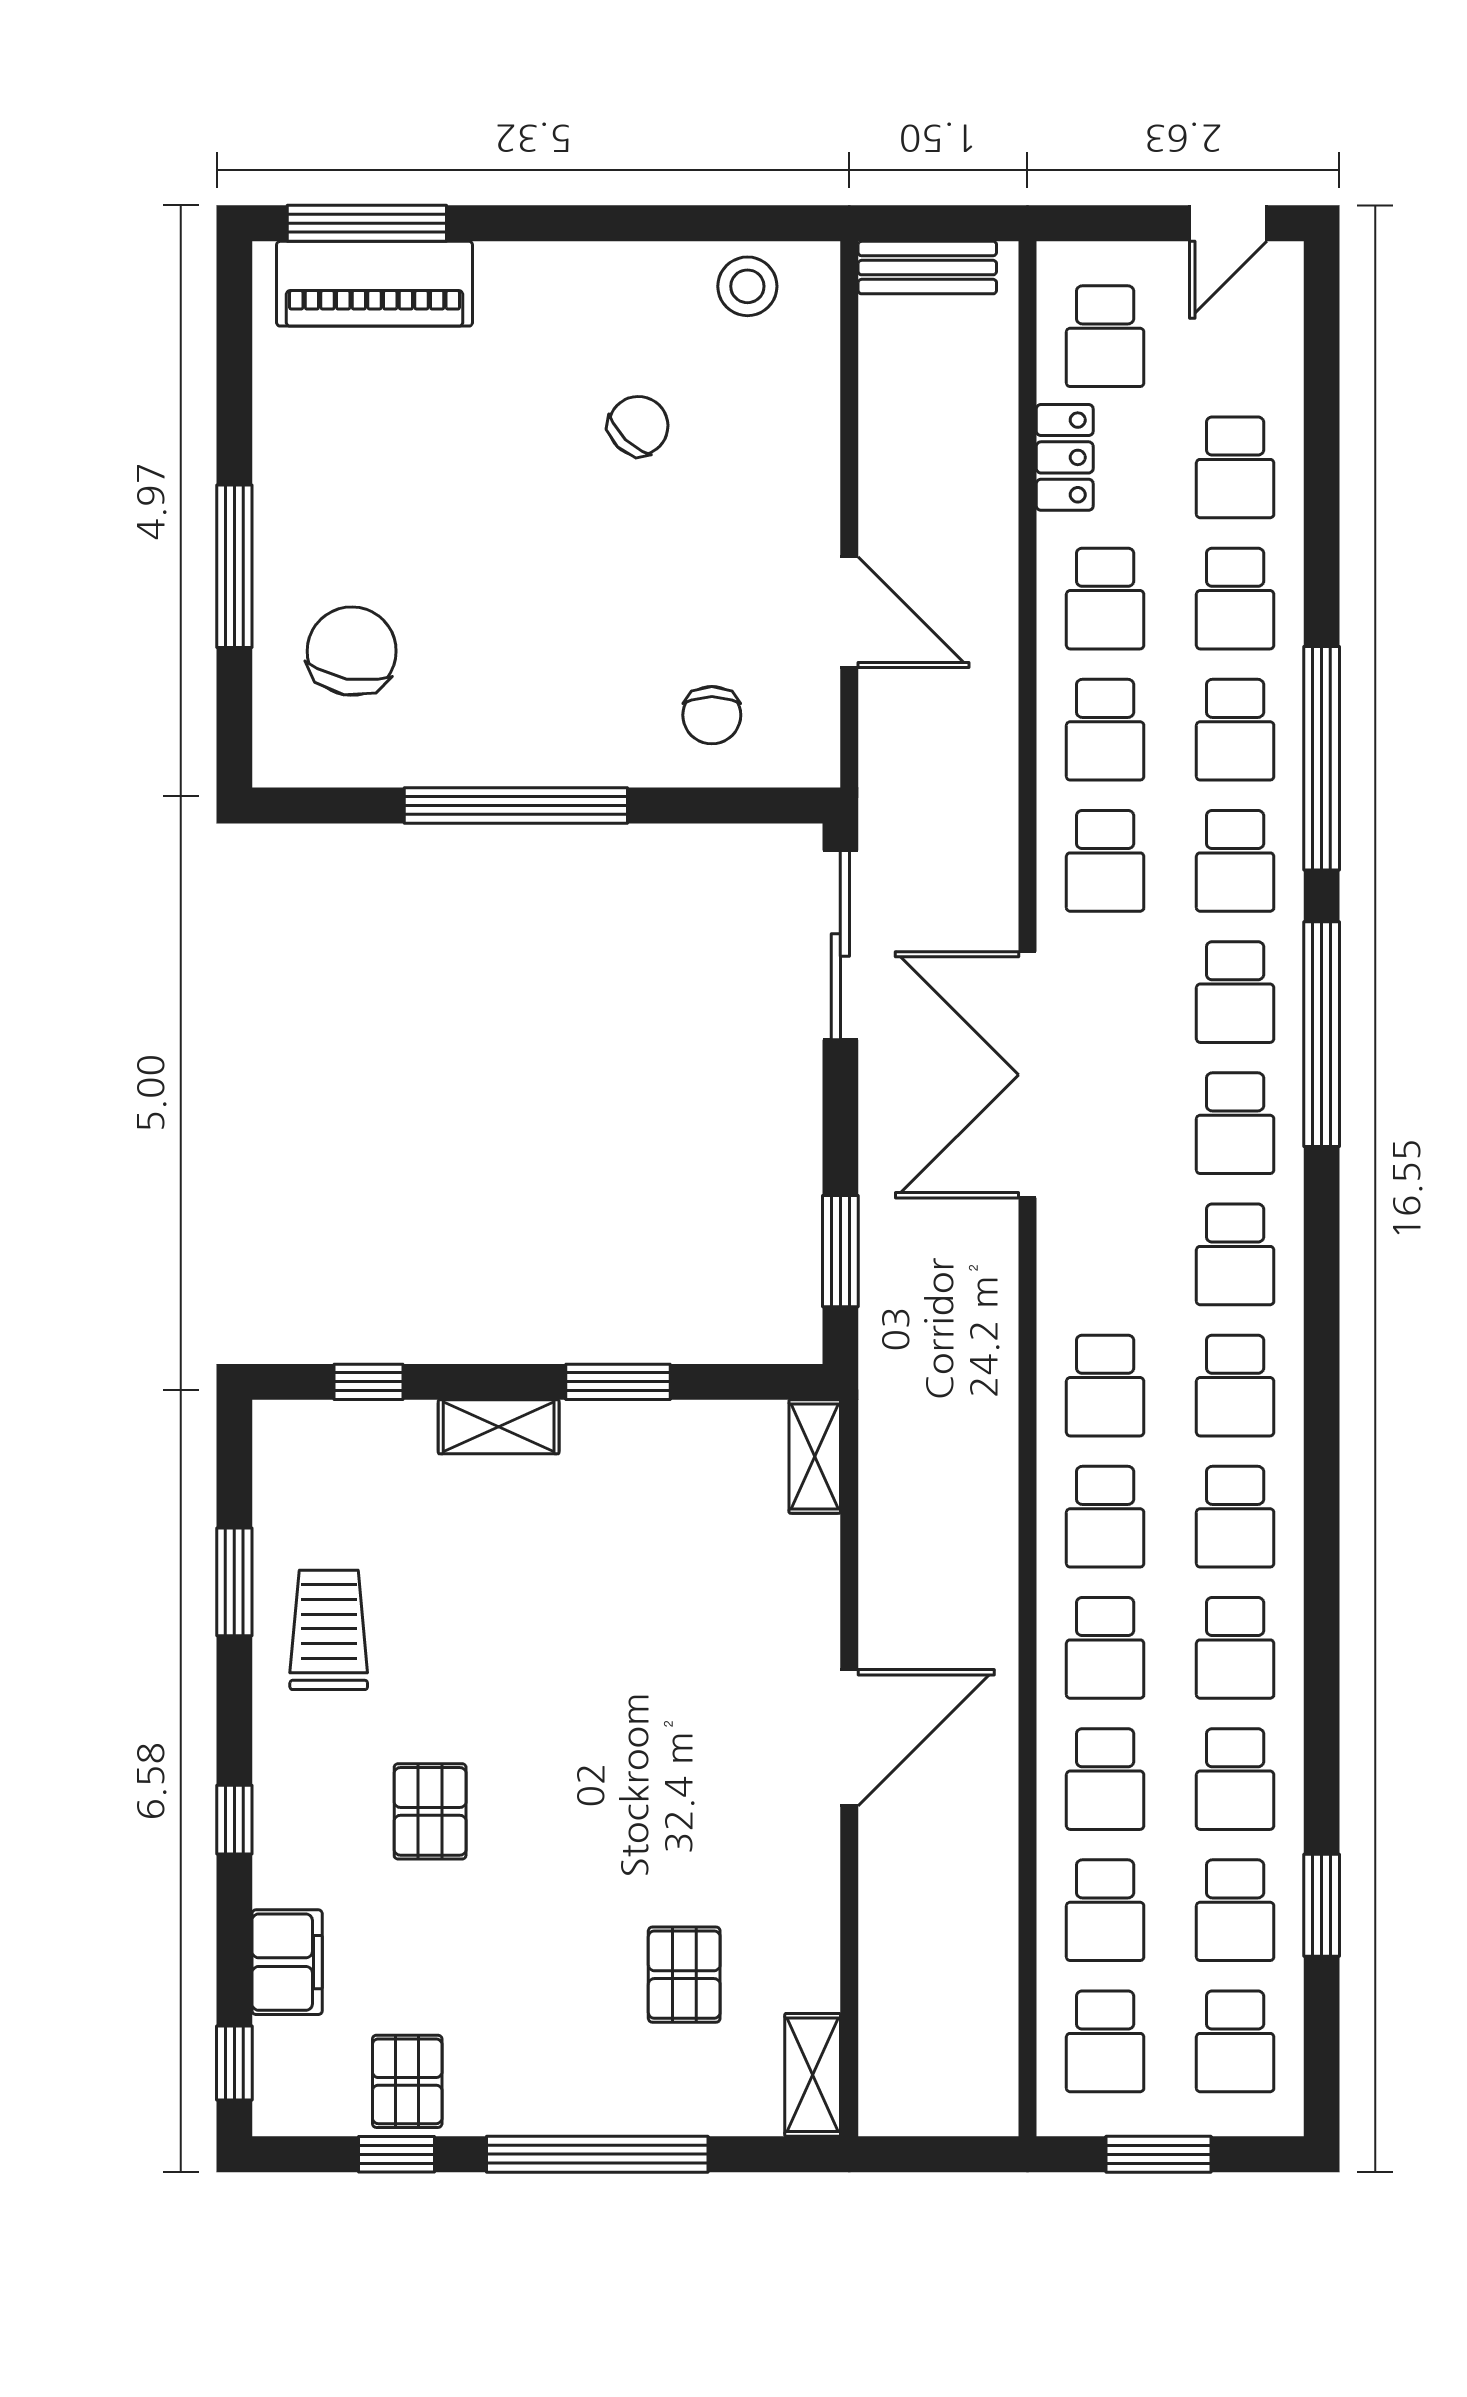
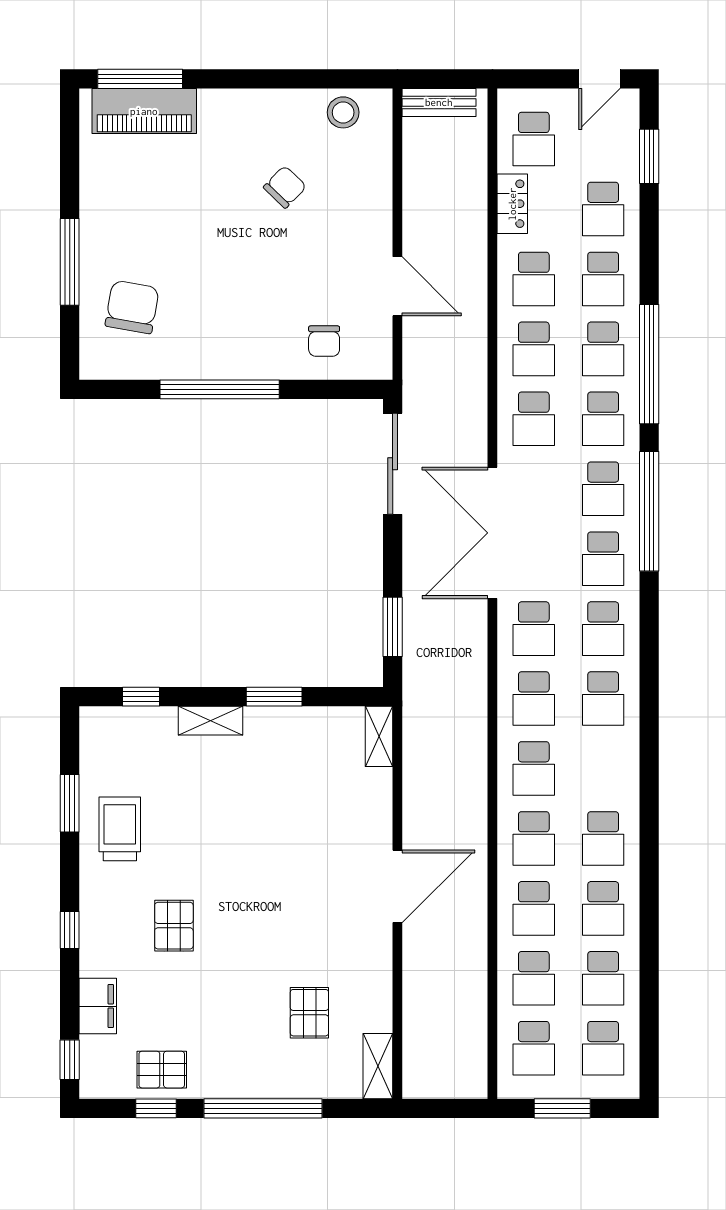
school desk: (1235, 1517) -> (534, 629), moved
window: (1322, 1905) -> (649, 156), moved
pallet: (407, 2081) -> (162, 1070), turned 90

